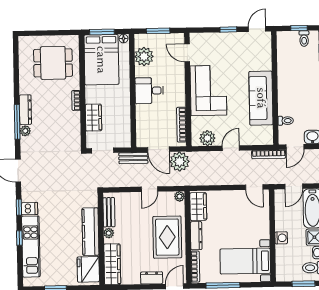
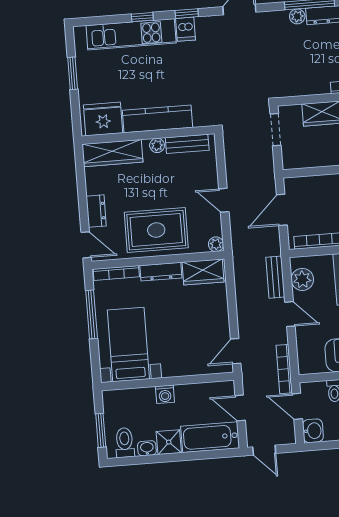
bench: (133, 158) -> (275, 277), moved
plant: (180, 162) -> (266, 241), removed

